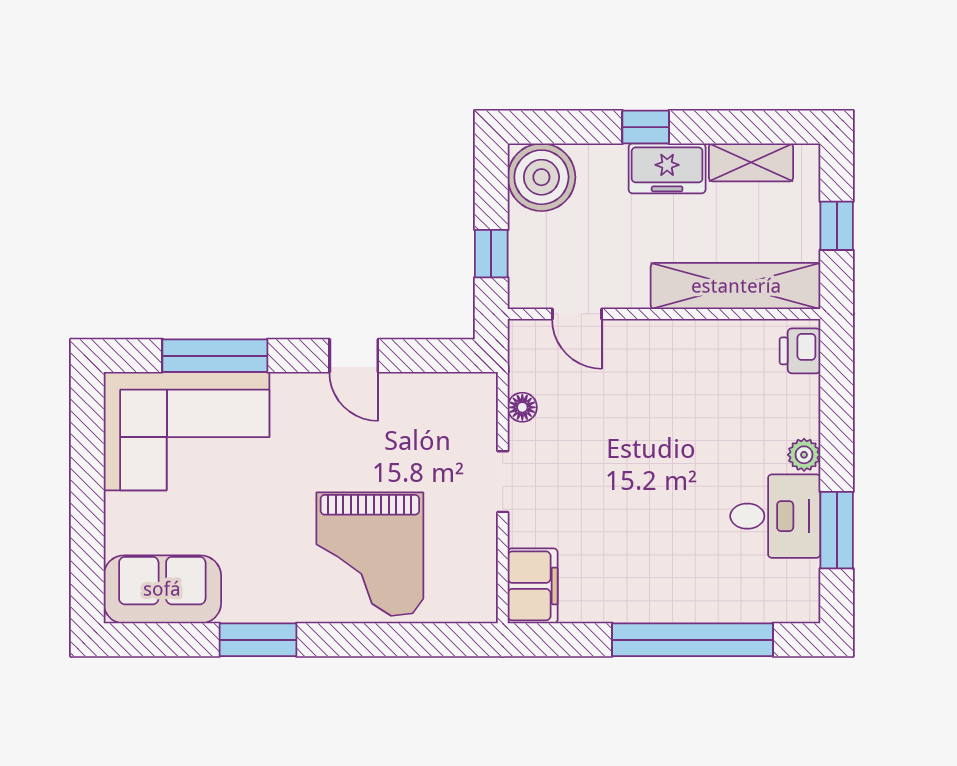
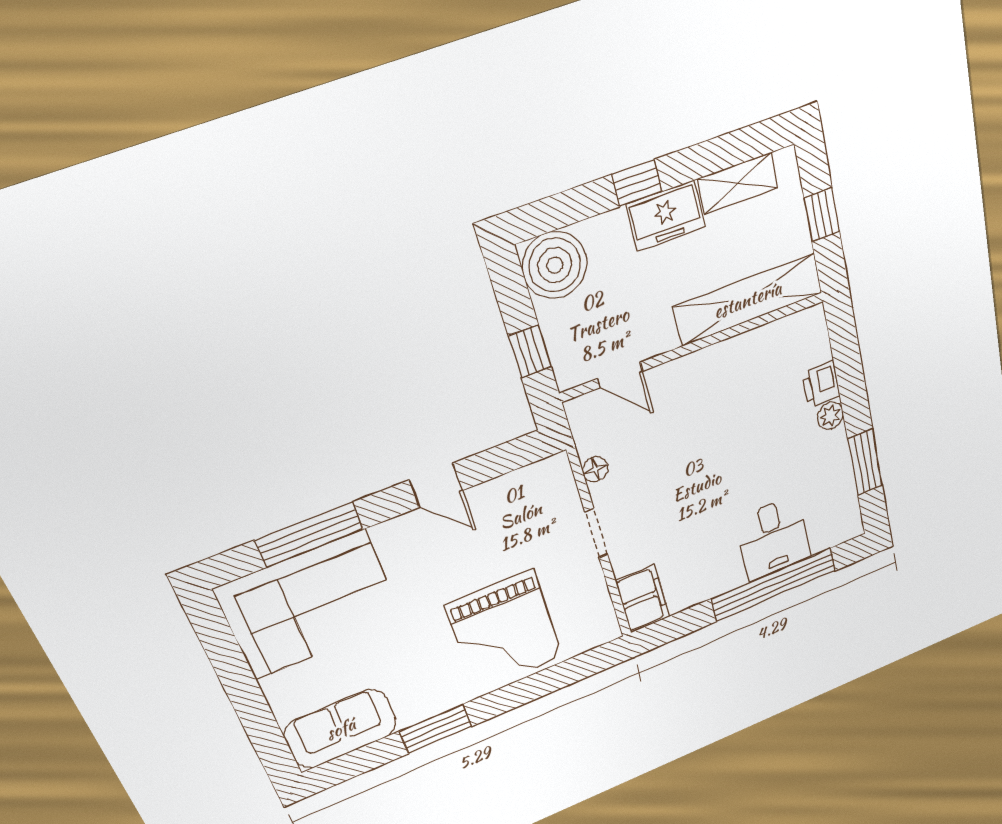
printer: (800, 351) -> (821, 384), moved
desk: (775, 516) -> (773, 538), moved, turned 90

